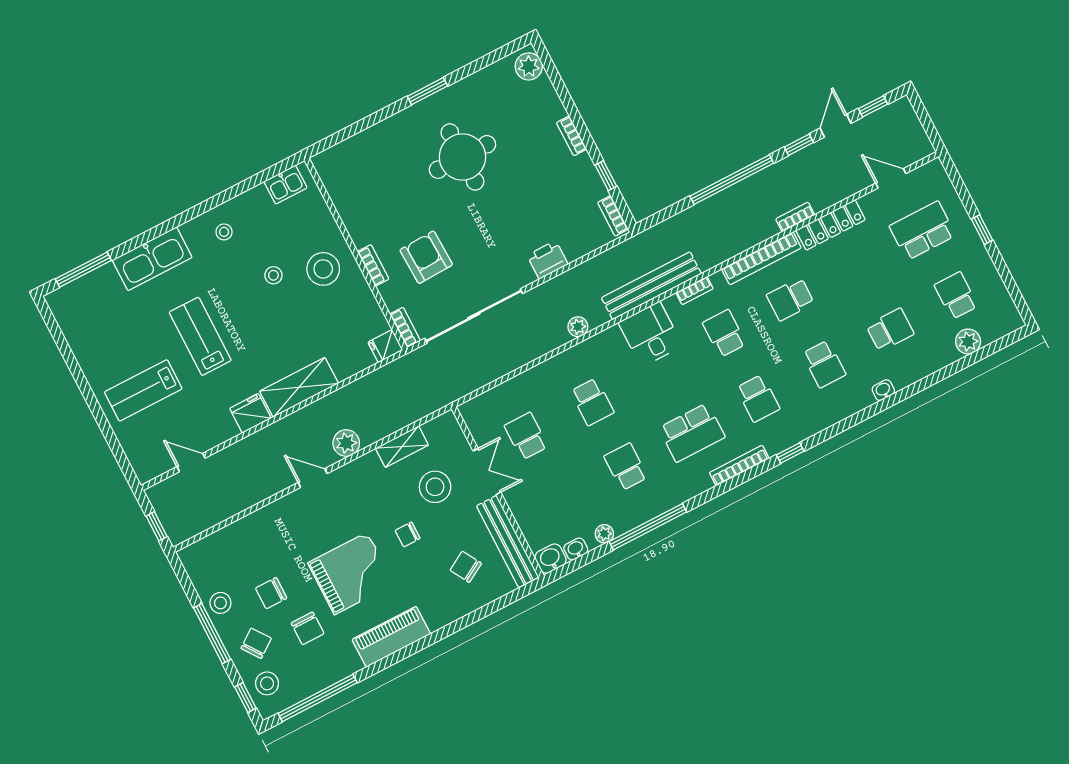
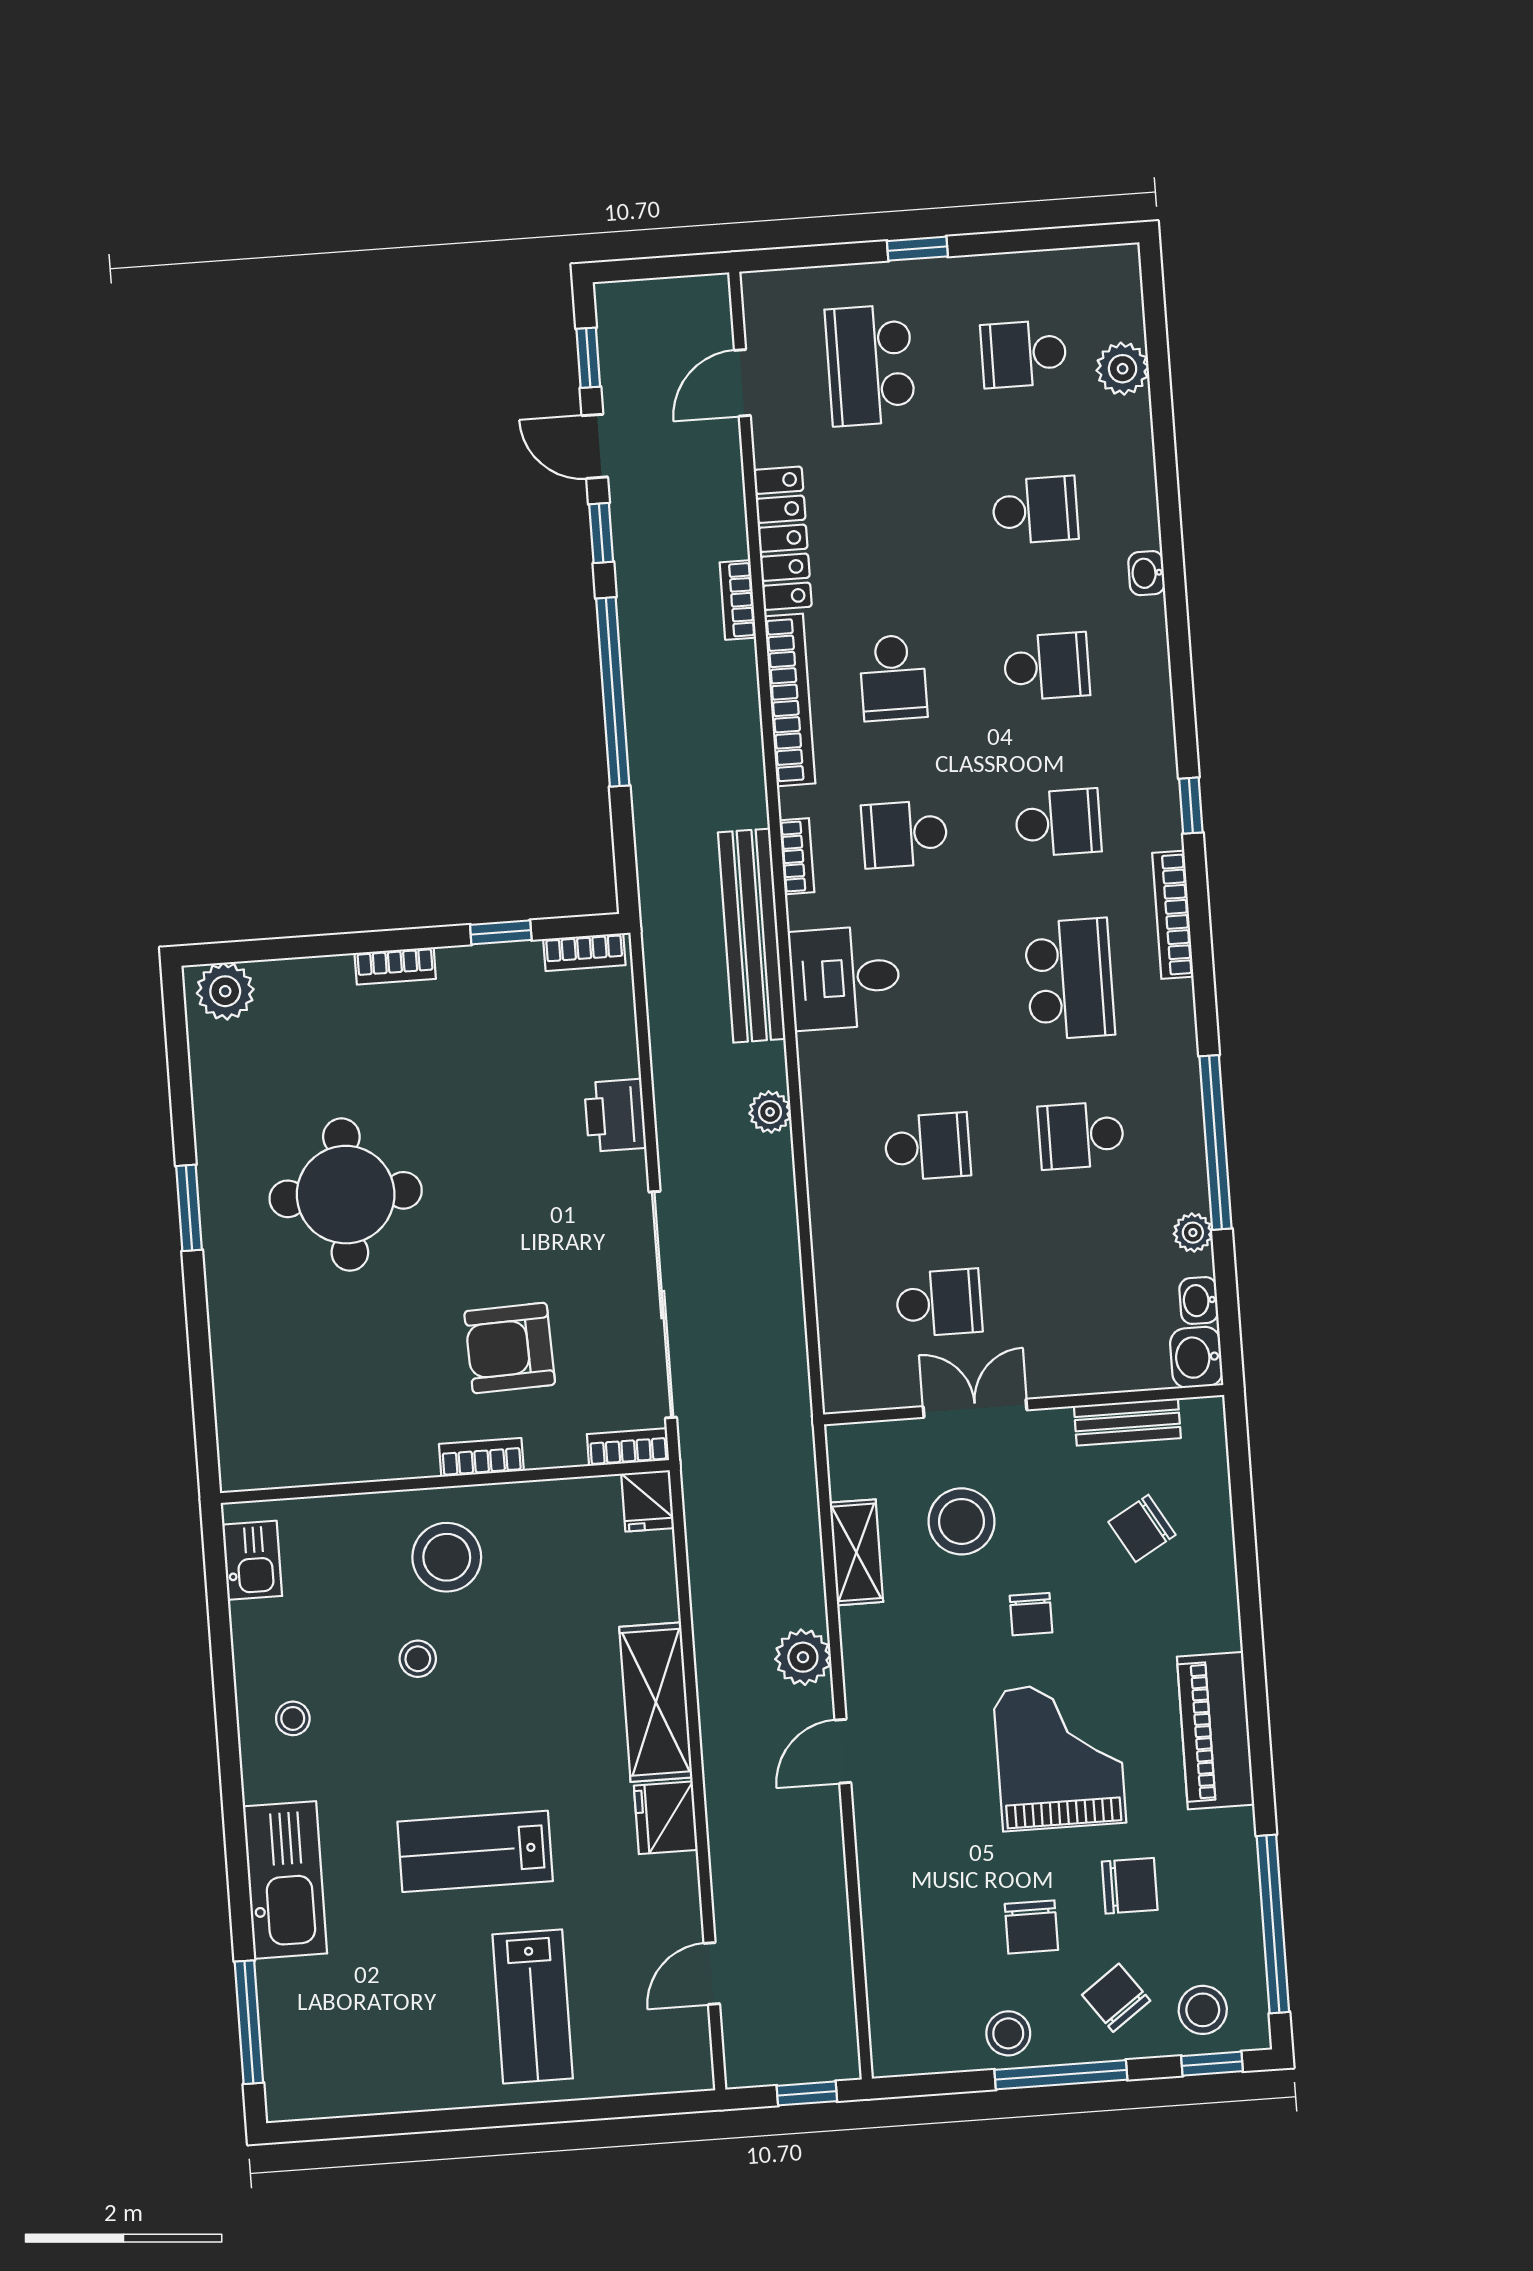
school desk: (890, 330) -> (1035, 510), turned 90
school desk: (526, 436) -> (939, 1303), turned 180
bench: (508, 541) -> (1127, 1422), width x0.54, depth x0.82

